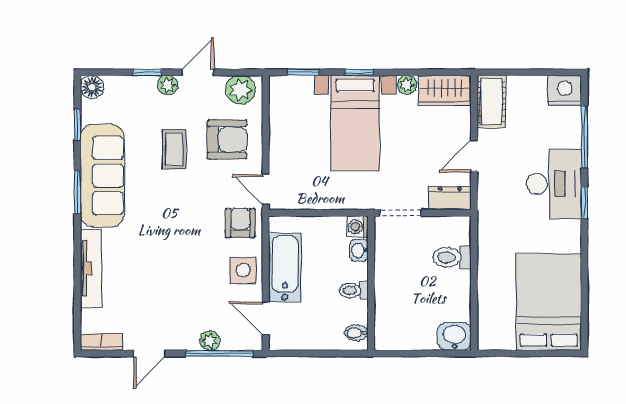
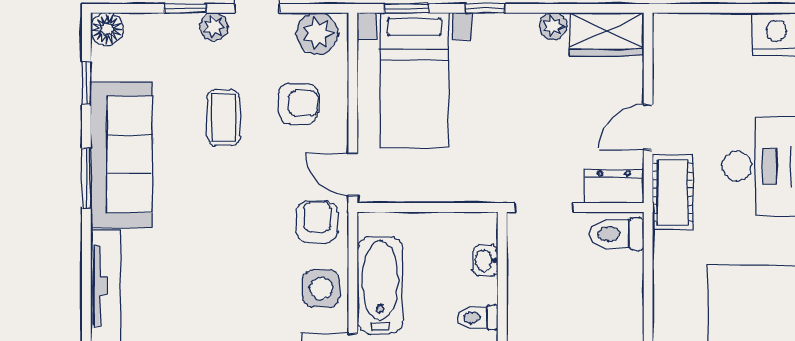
cot: (491, 102) -> (672, 192), moved
bed with nightstands: (355, 123) -> (414, 80), moved
armchair: (227, 139) -> (298, 103), width x0.72, depth x0.72
washing machine: (357, 227) -> (483, 227), removed
toilet: (452, 257) -> (617, 234), moved

